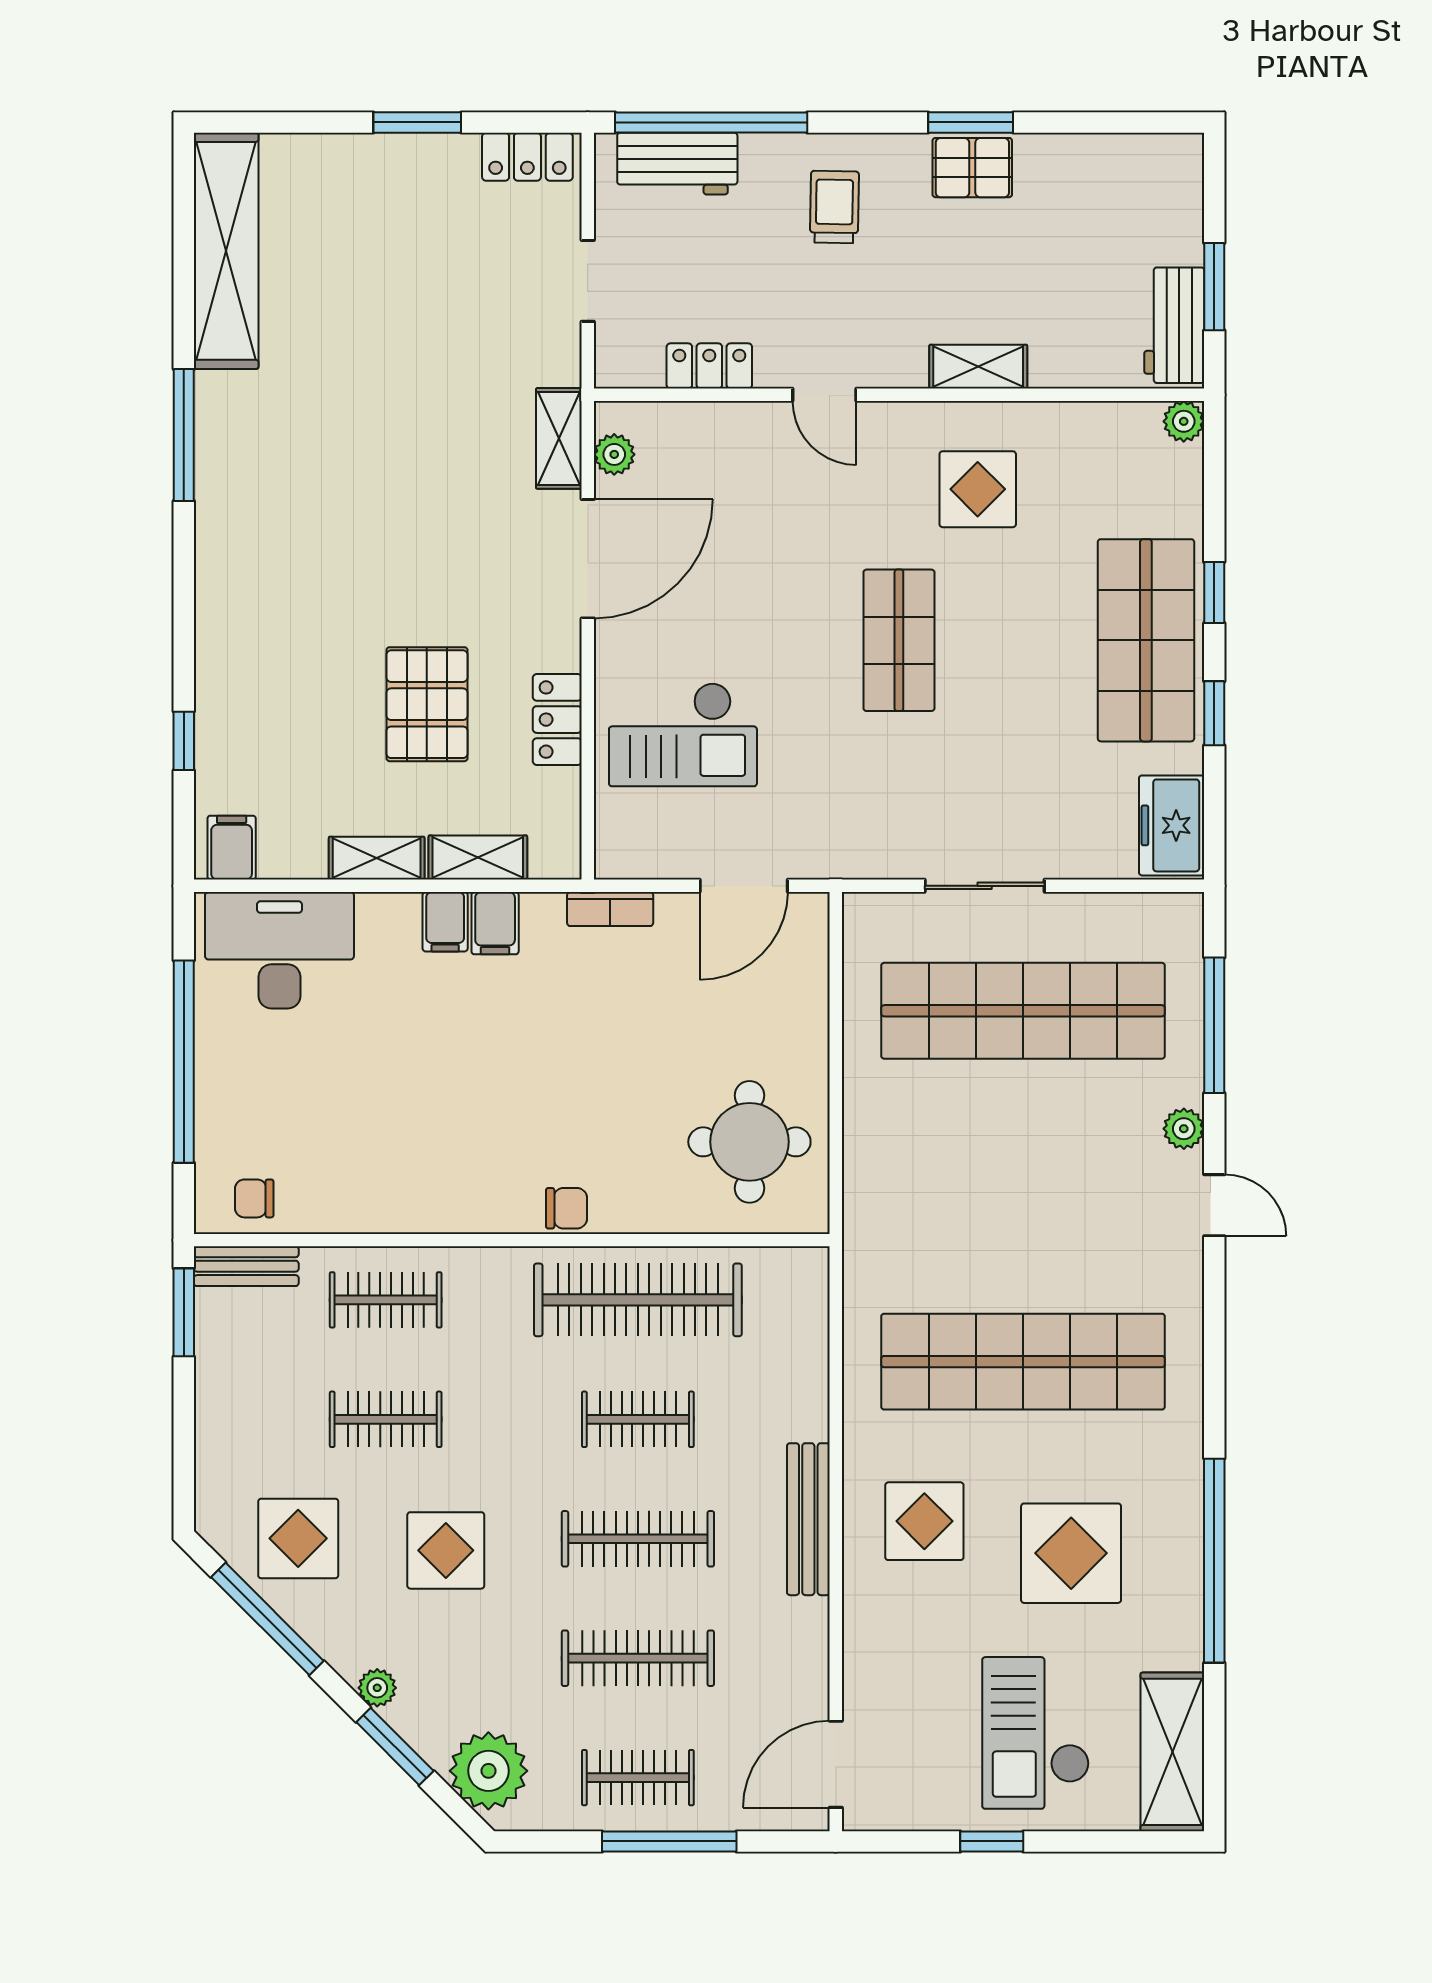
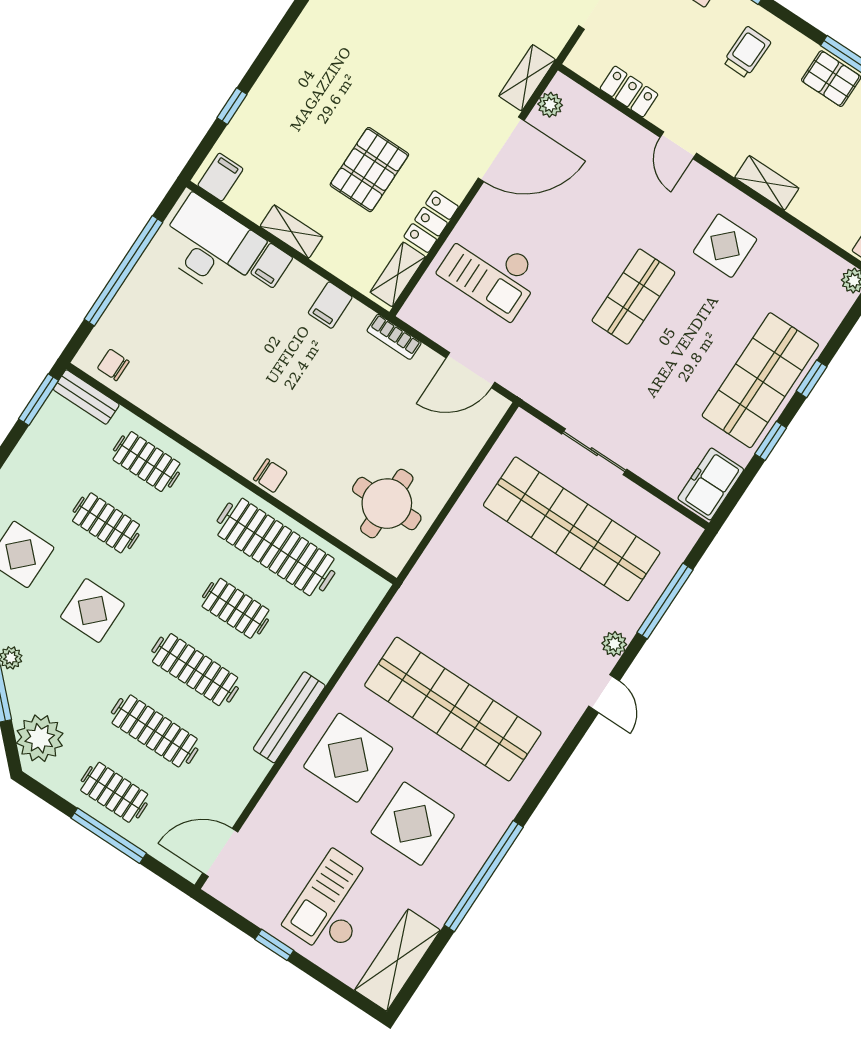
shelving: (478, 858) -> (398, 274), moved, turned 90
filing cabinet: (445, 922) -> (272, 265), moved
display table: (924, 1521) -> (348, 758), width x1.36, depth x1.36

